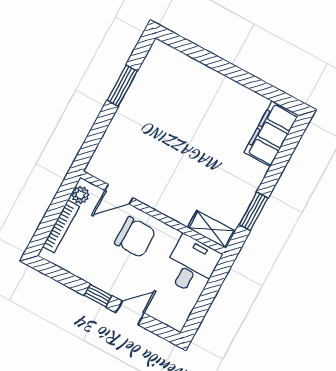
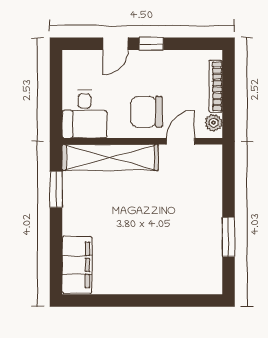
shelving: (211, 229) -> (110, 157), width x2.20, depth x1.33

